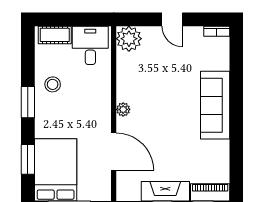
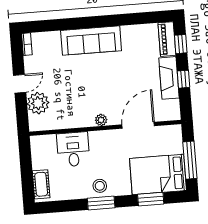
plant: (129, 39) -> (38, 103), moved
desk: (90, 45) -> (73, 149), moved, turned 90
stool: (53, 84) -> (100, 186), moved

